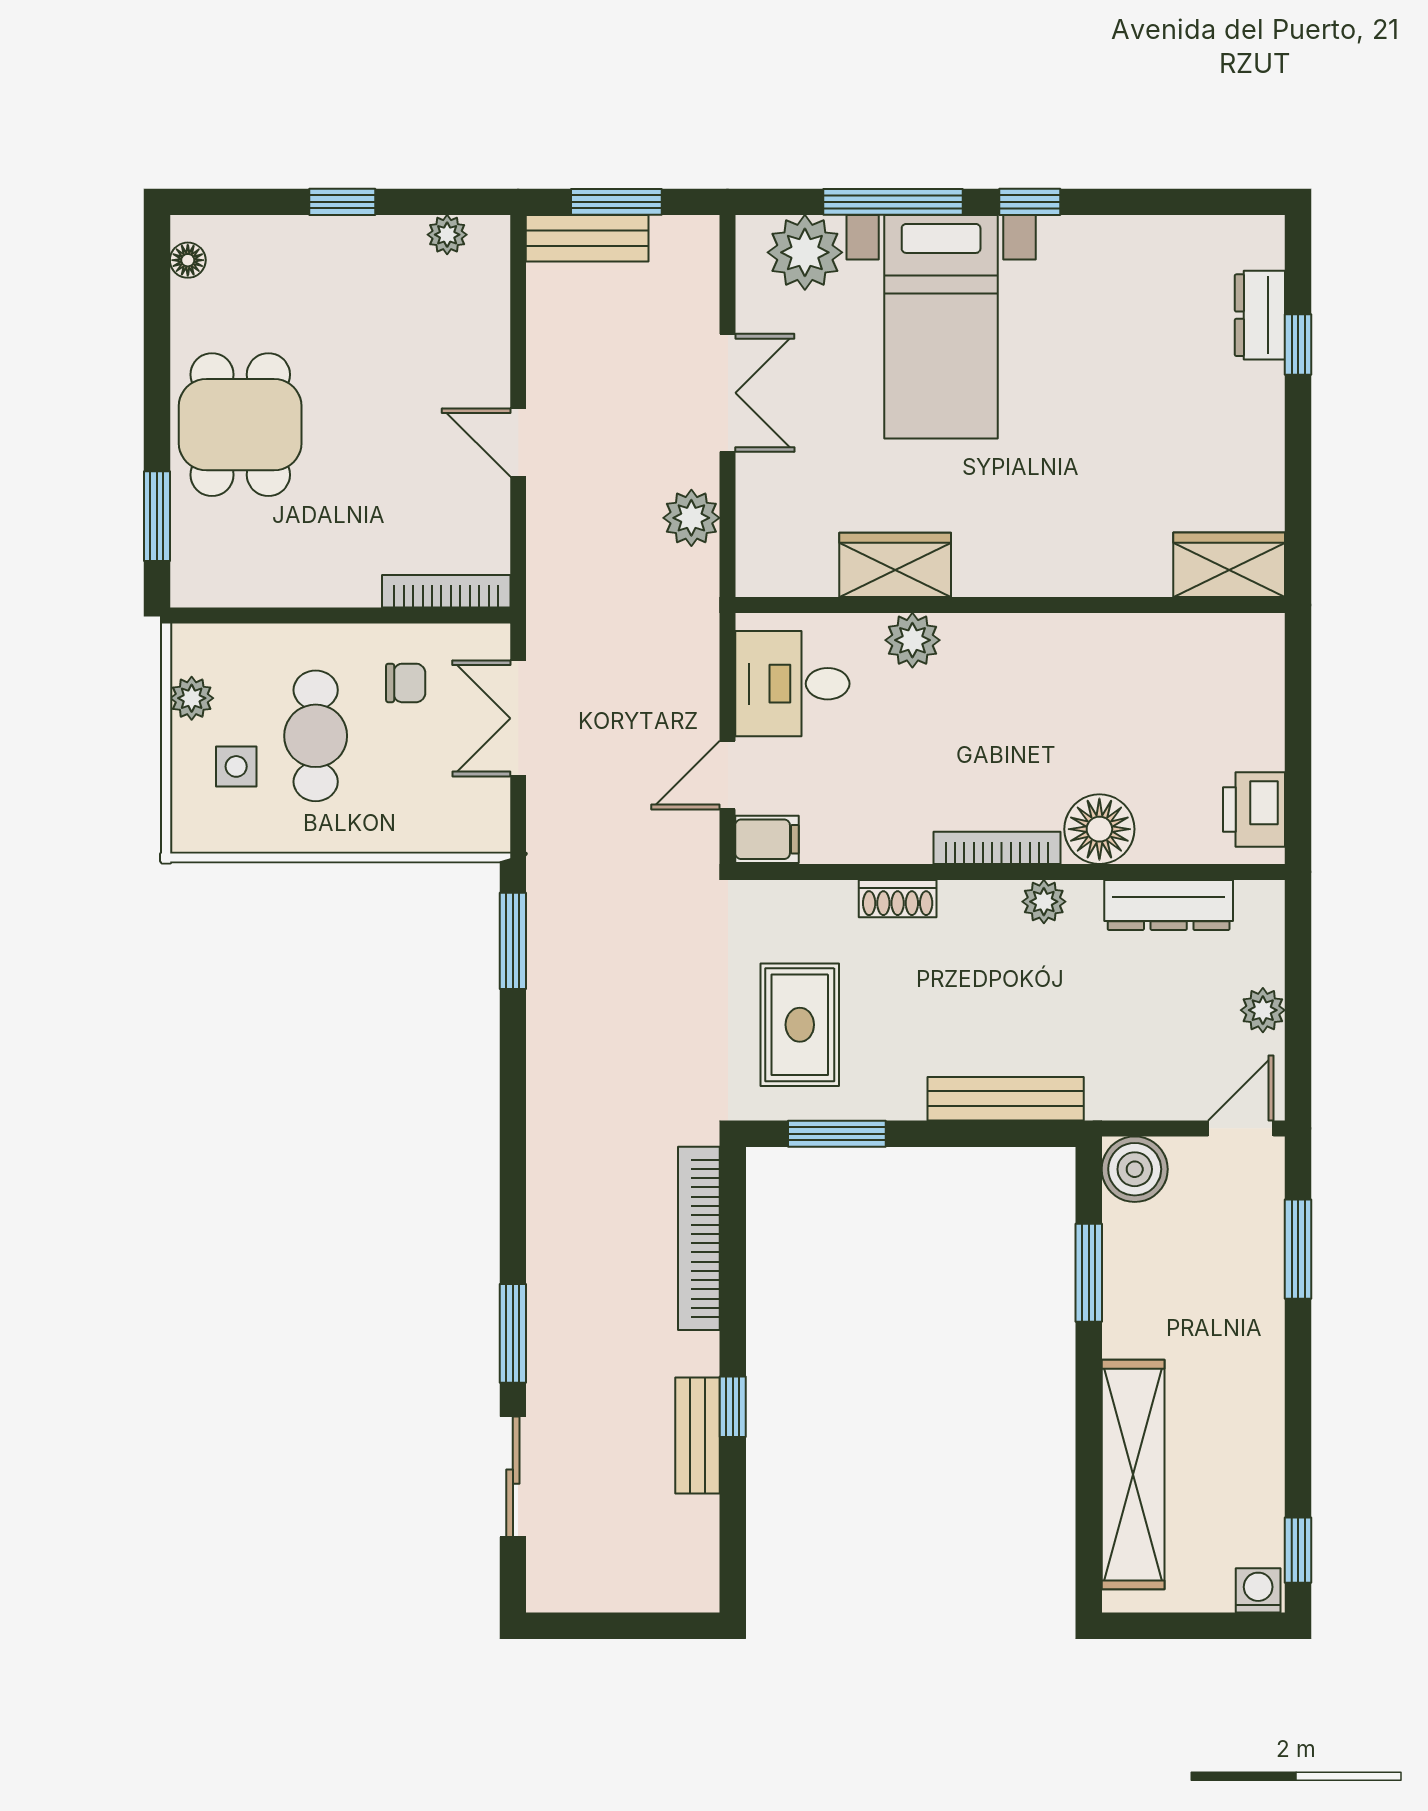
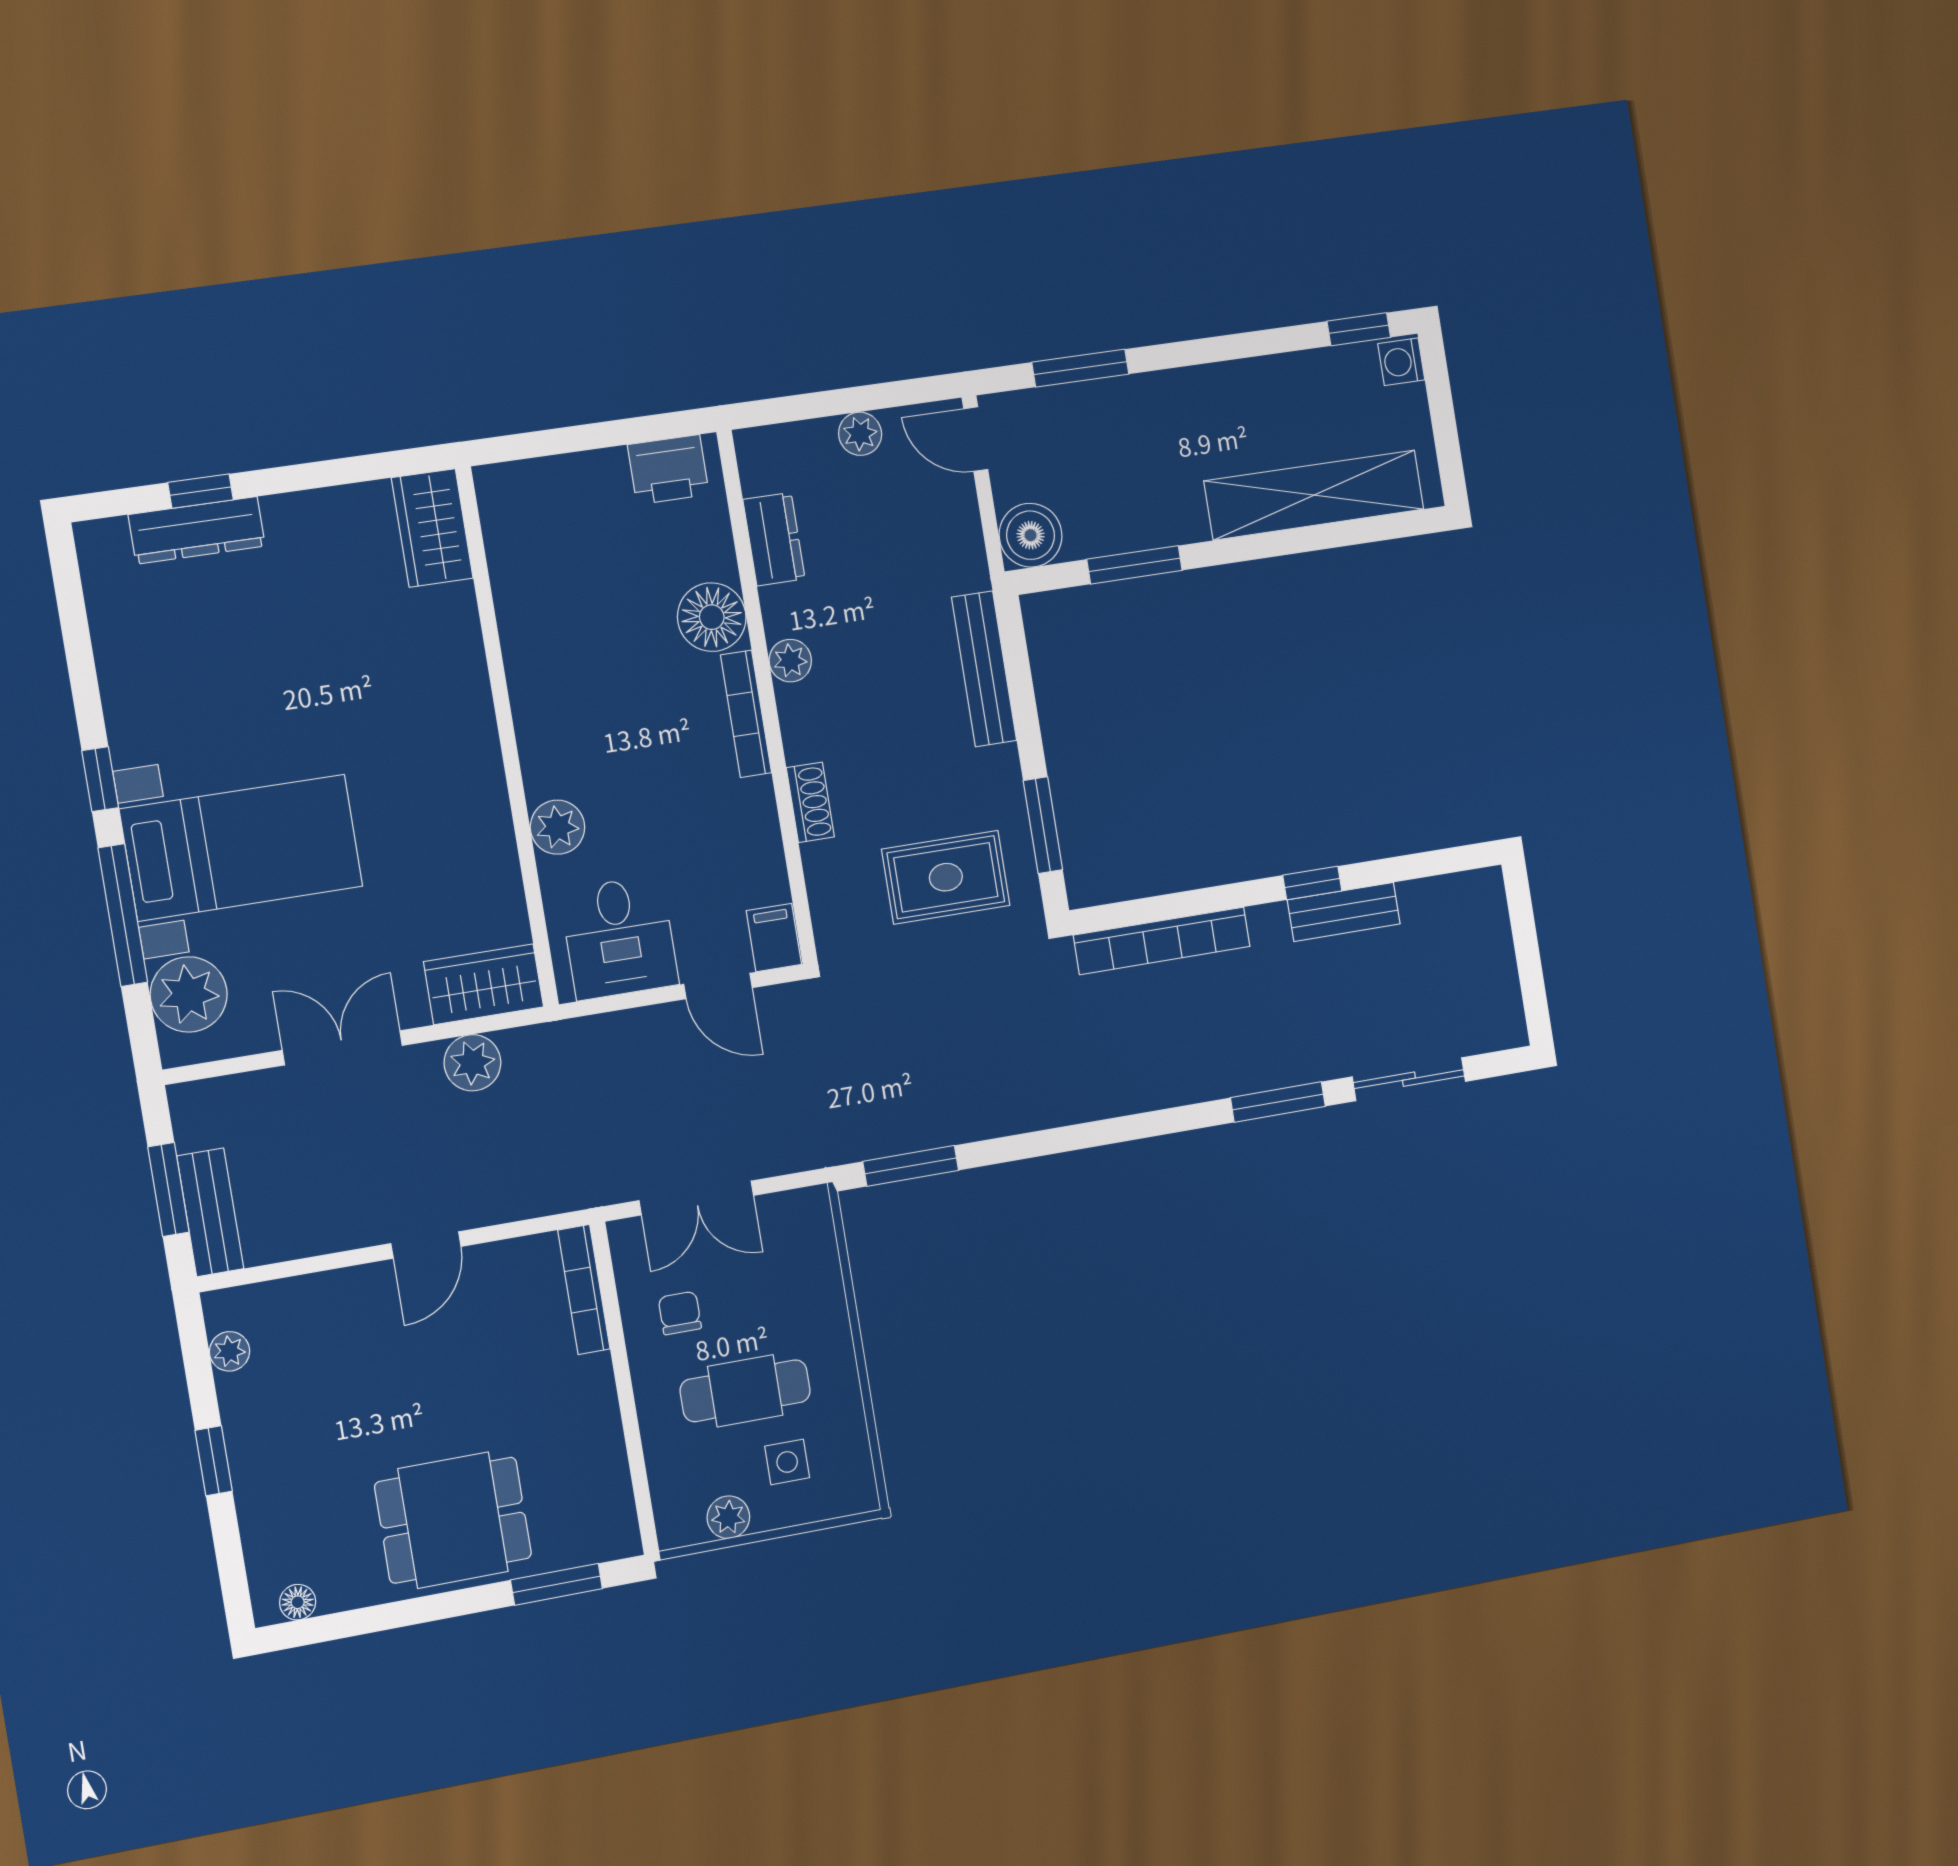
dresser: (1260, 315) -> (197, 530), width x1.44
wardrobe: (895, 565) -> (484, 984), moved, turned 90
dresser: (1169, 905) -> (774, 539), width x0.70

